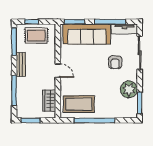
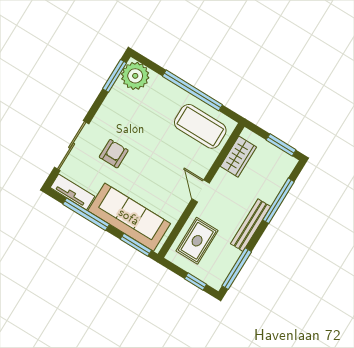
rug: (36, 36) -> (197, 241), moved, turned 90
bench: (21, 64) -> (251, 225), width x1.36
plant: (129, 89) -> (135, 76), moved

